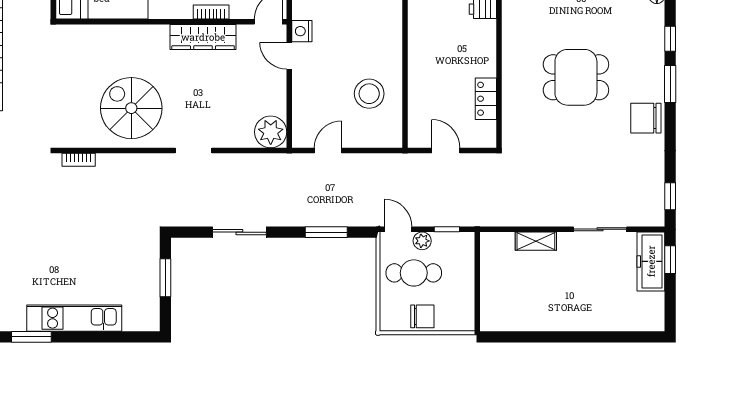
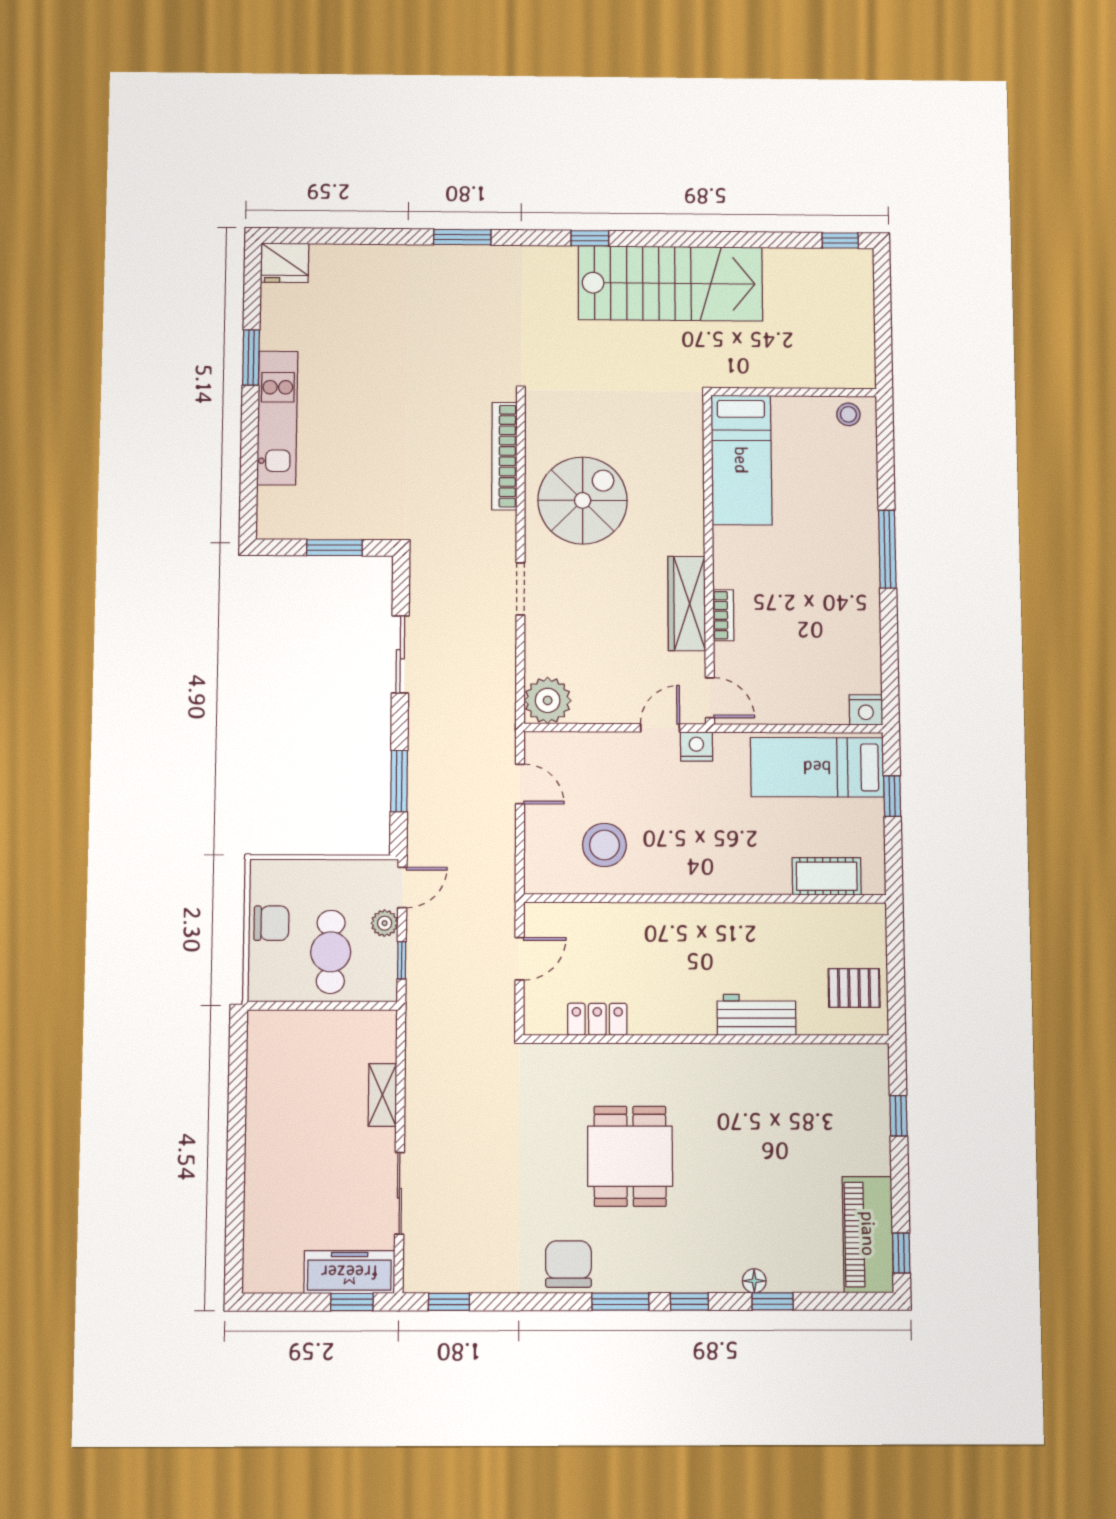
bookcase: (79, 160) -> (504, 456), width x2.31, depth x1.31
cafe table: (414, 273) -> (331, 952), moved
chair: (422, 316) -> (271, 923), turned -90

